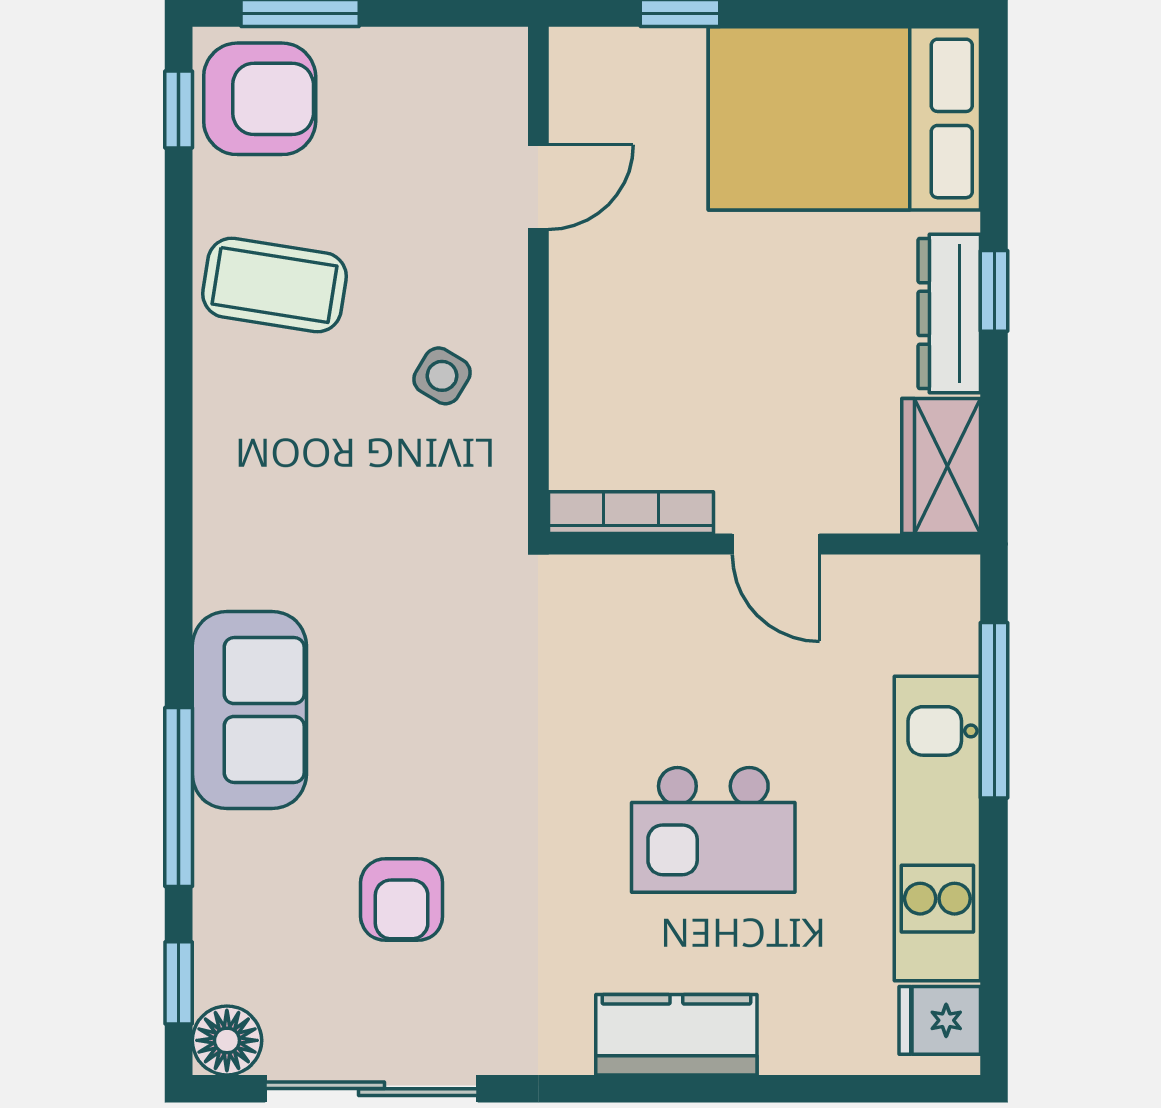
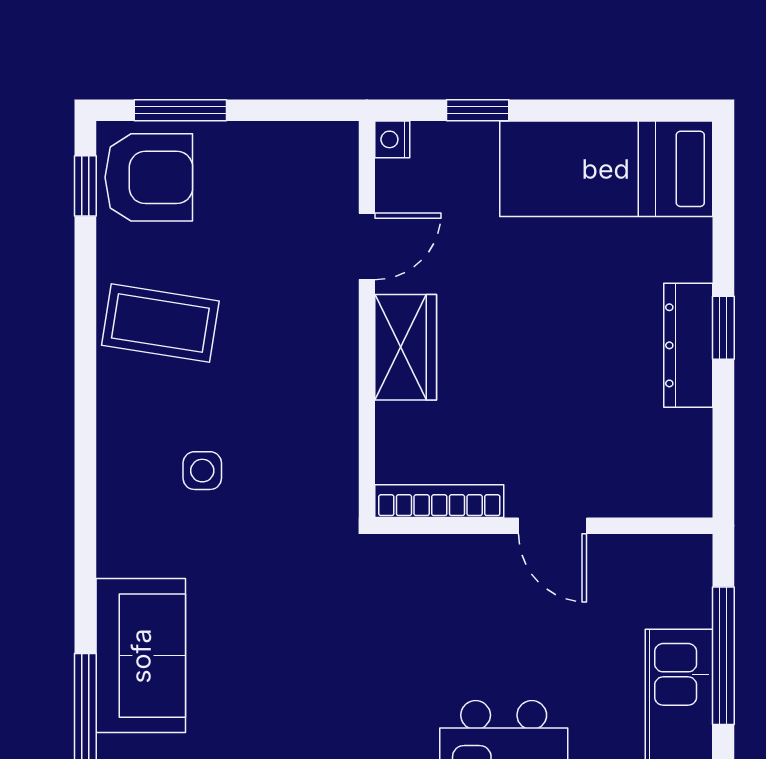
nightstand: (571, 50) -> (392, 139), added
bed: (844, 118) -> (606, 169), width x0.67
side table: (442, 376) -> (202, 471), moved, turned -31
wardrobe: (941, 466) -> (406, 347), moved, turned 180

